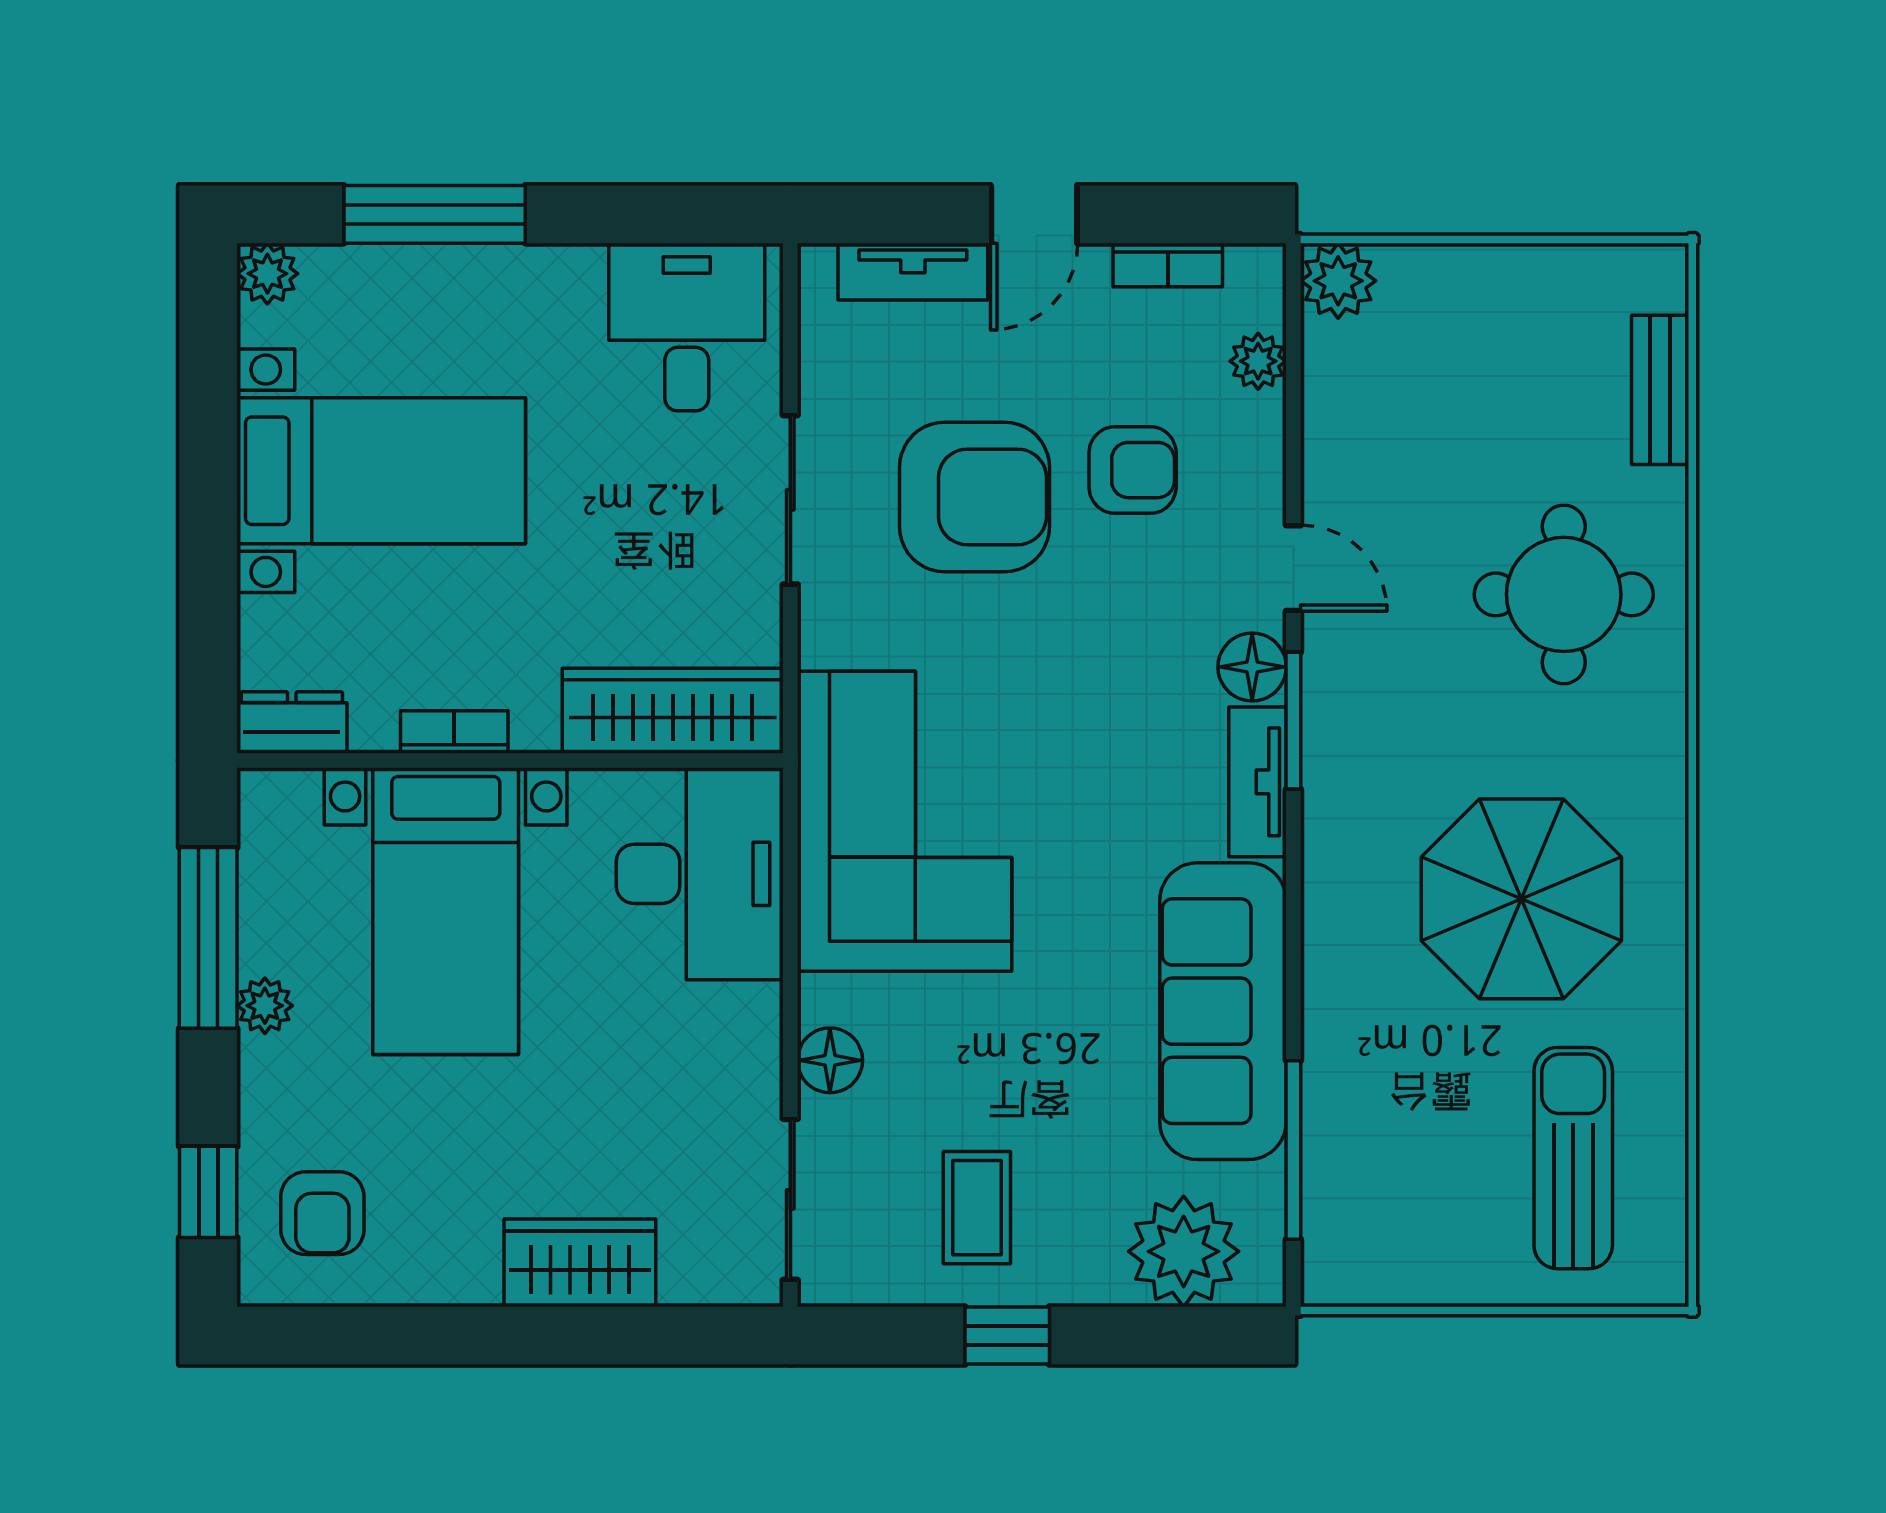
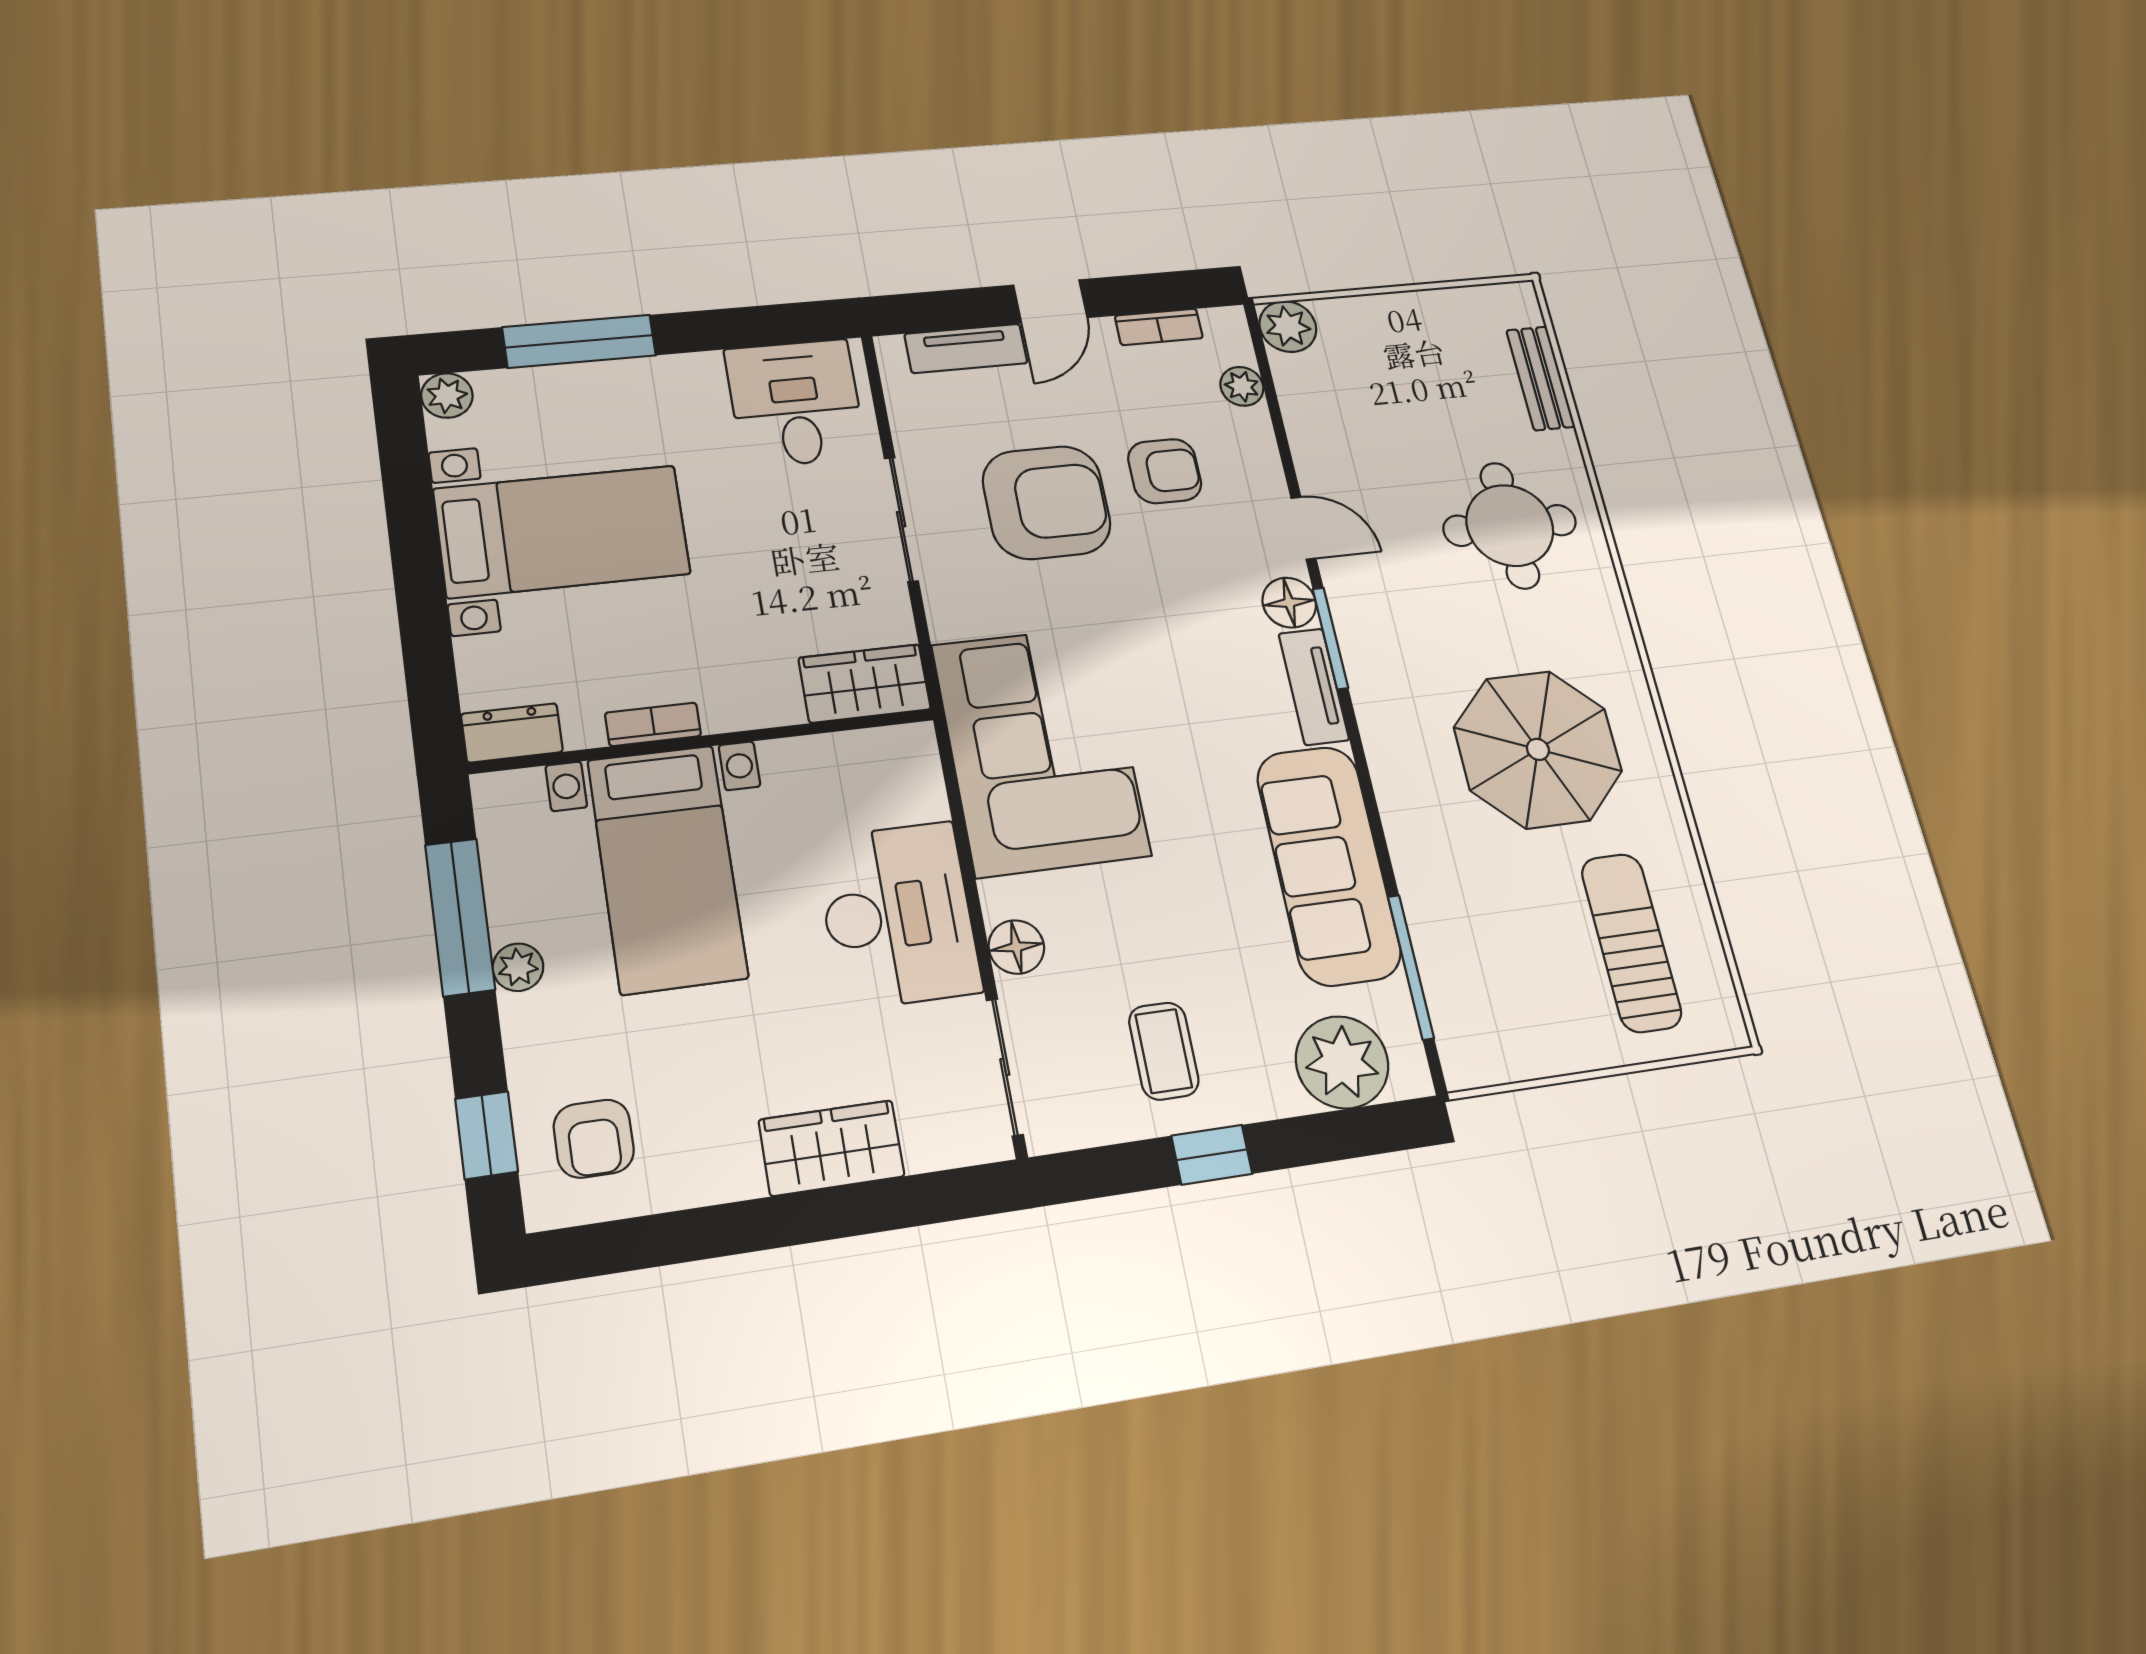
wardrobe: (673, 711) -> (865, 683), width x0.67
desk: (700, 874) -> (898, 915), moved

